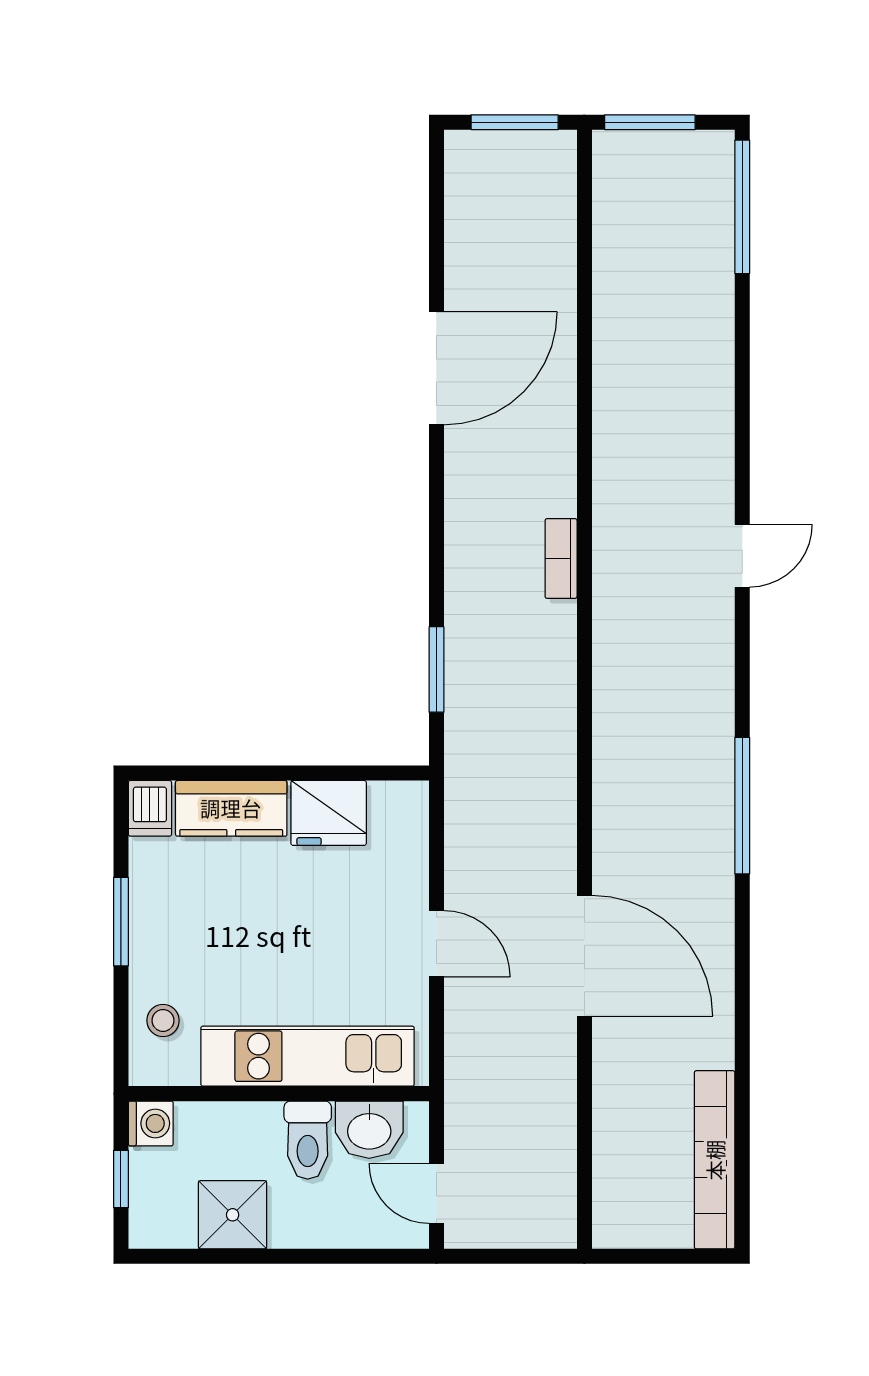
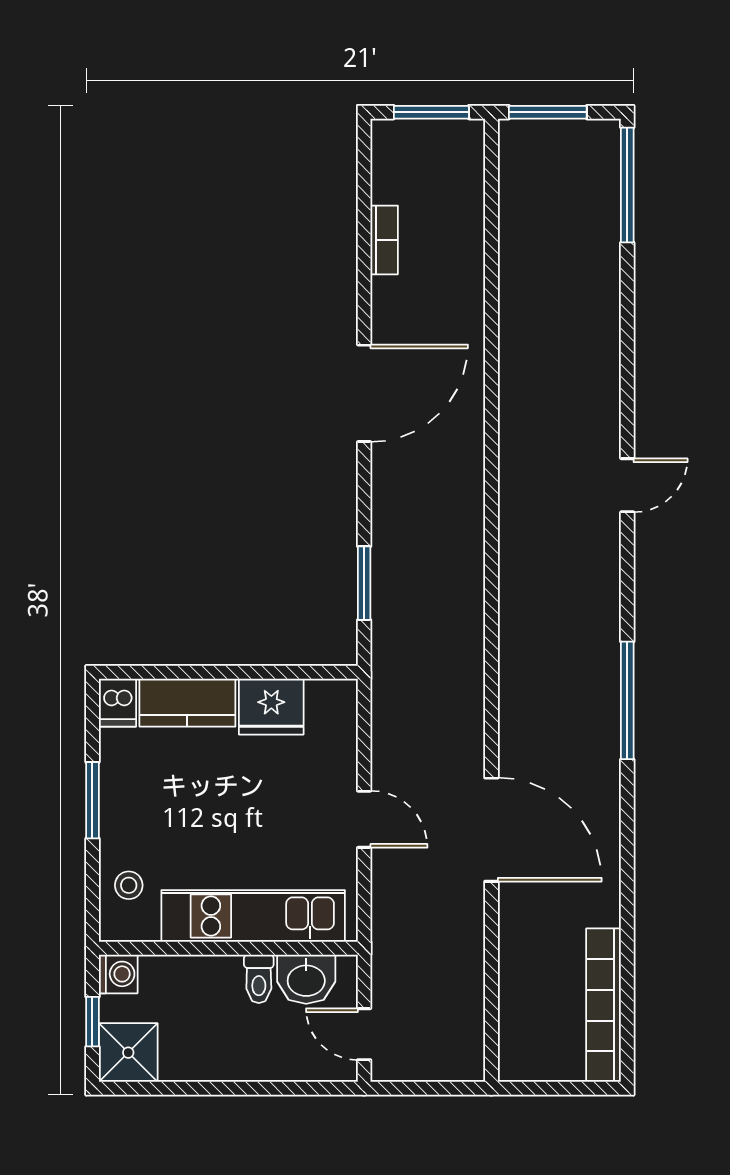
door: (436, 368) -> (364, 393), moved
bookcase: (561, 559) -> (384, 240), moved, turned 180
toilet: (308, 1140) -> (259, 979), width x0.73, depth x0.72
shower: (233, 1215) -> (128, 1053), moved

